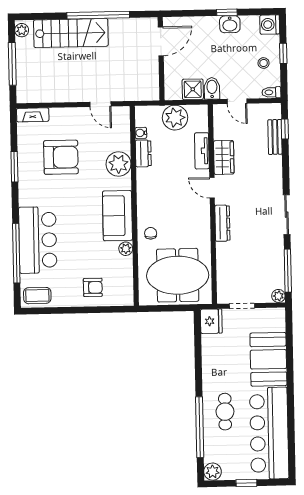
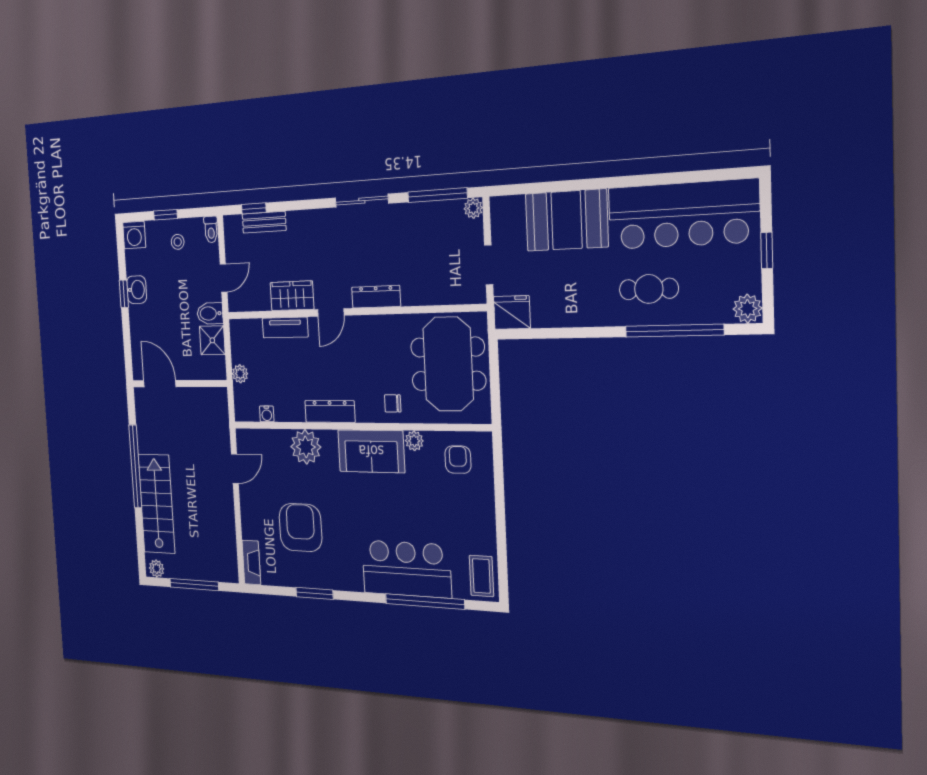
plant: (175, 118) -> (240, 374), width x0.53, depth x0.53
dresser: (143, 153) -> (330, 411), moved, width x1.44
armchair: (93, 287) -> (458, 460), moved

